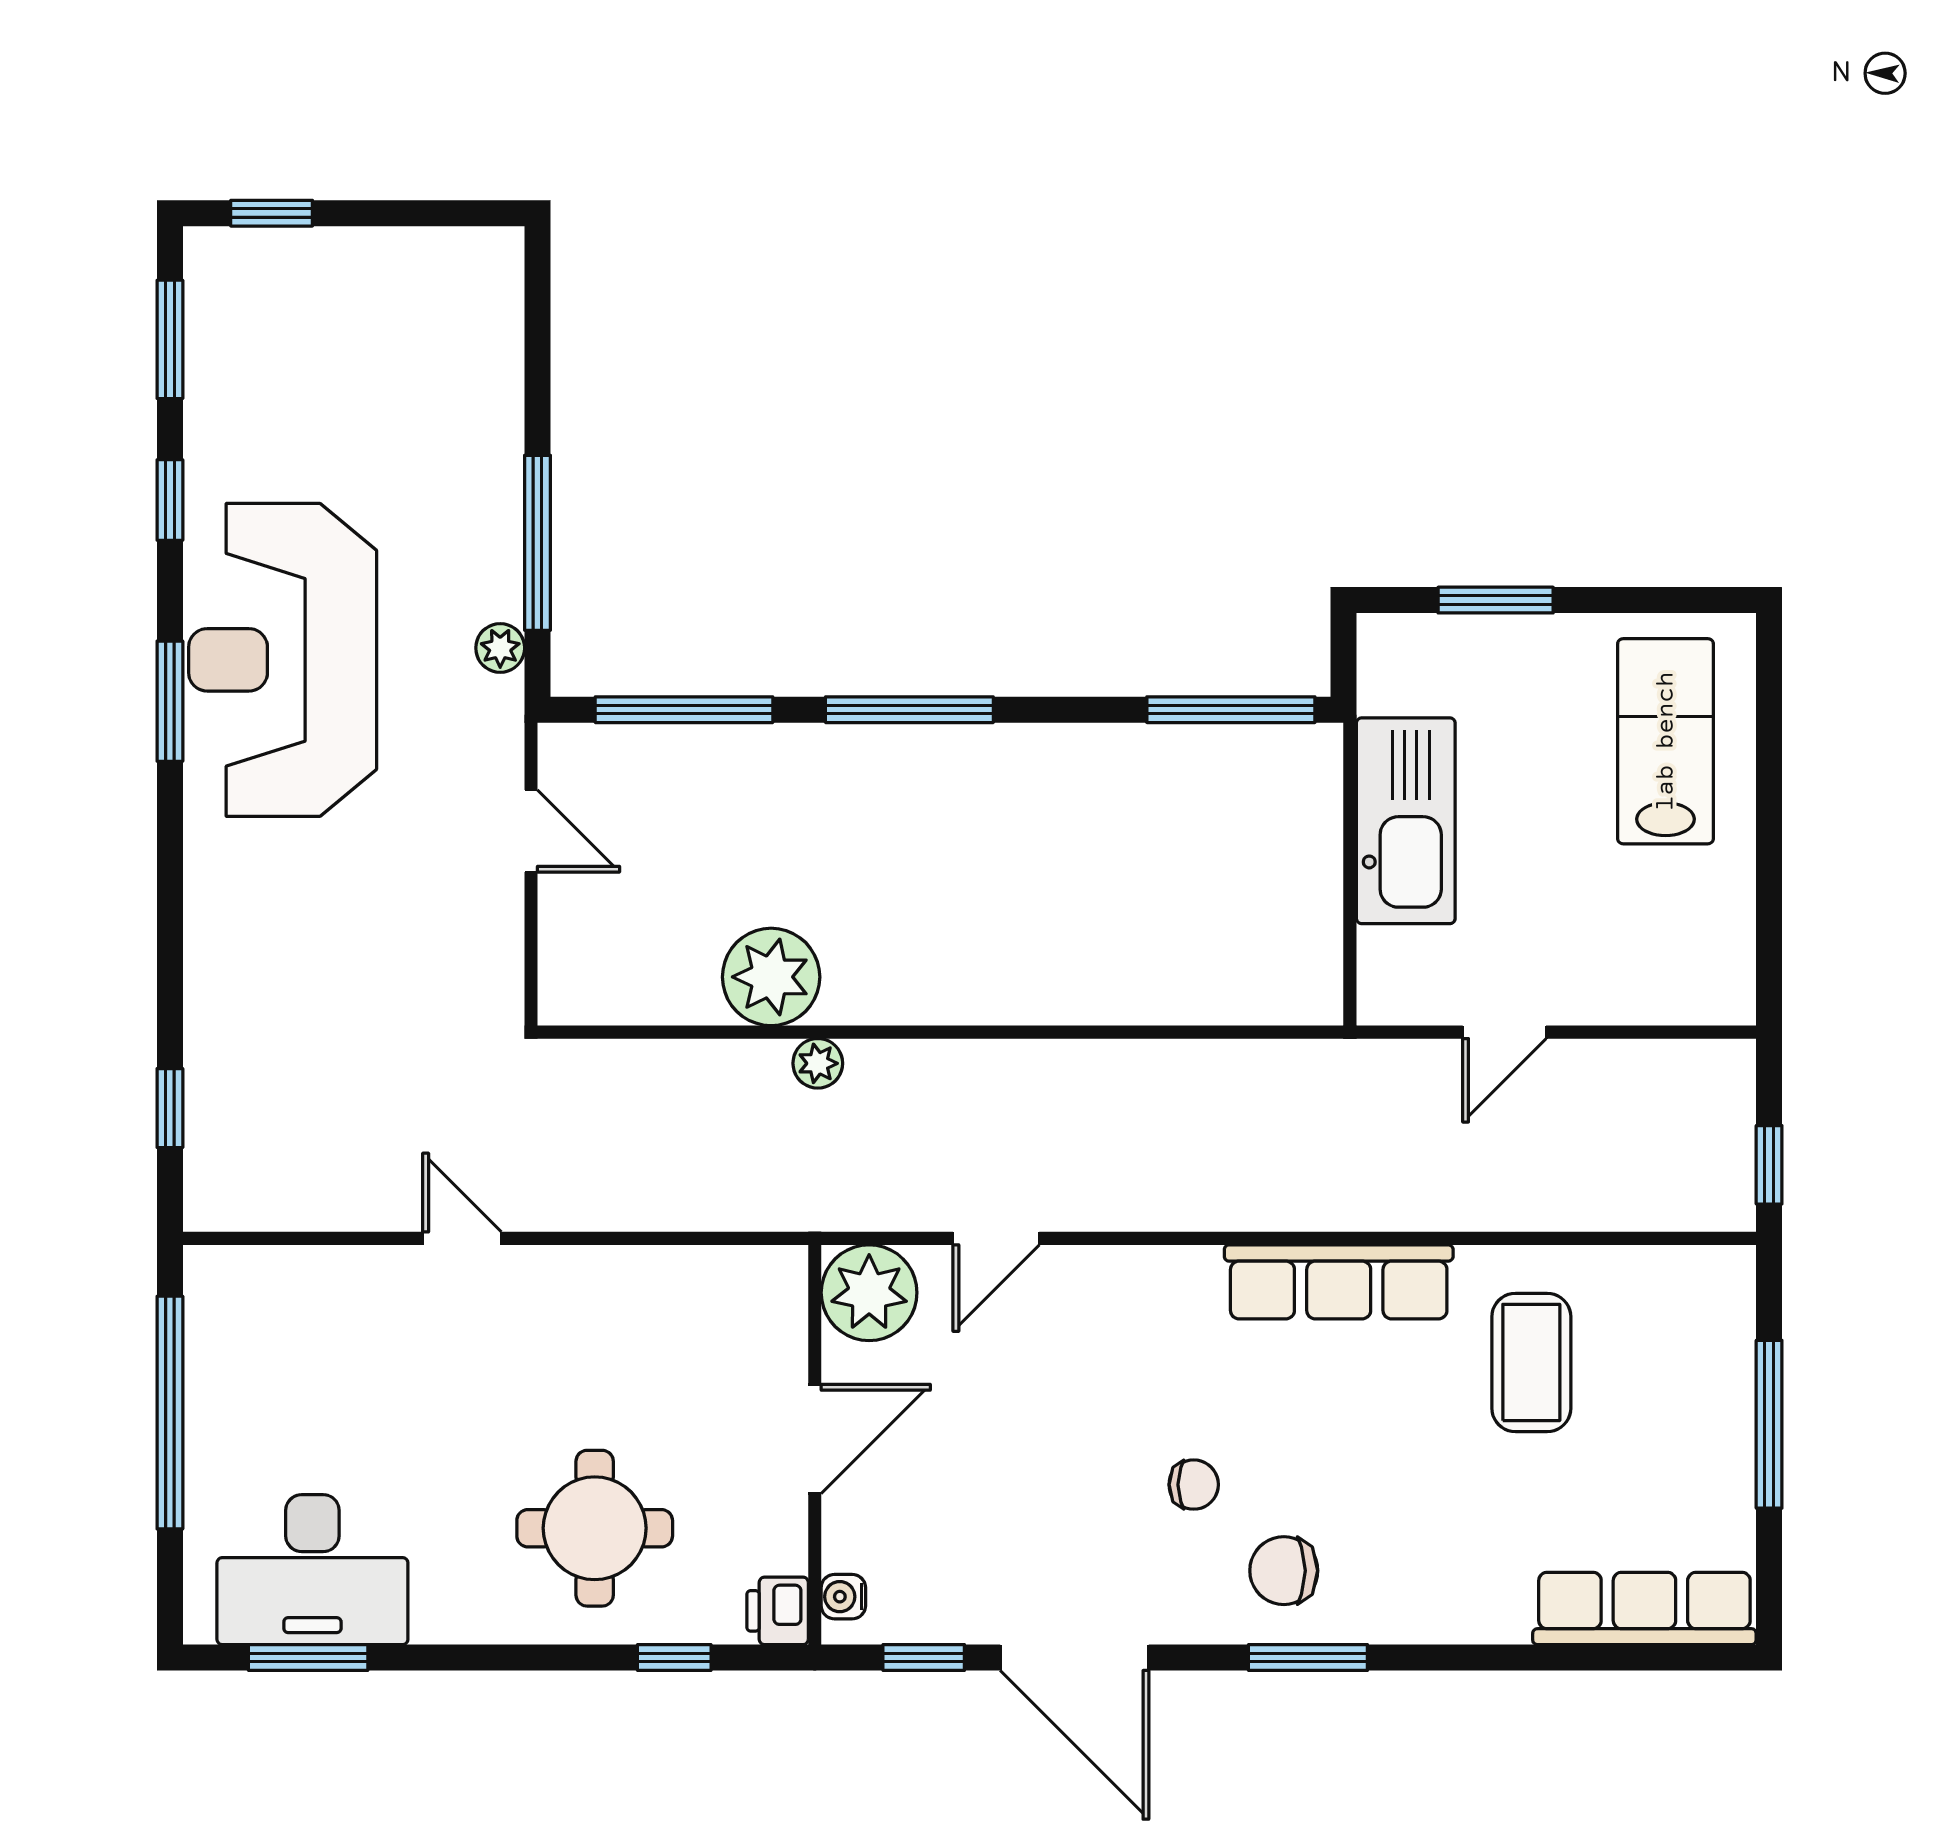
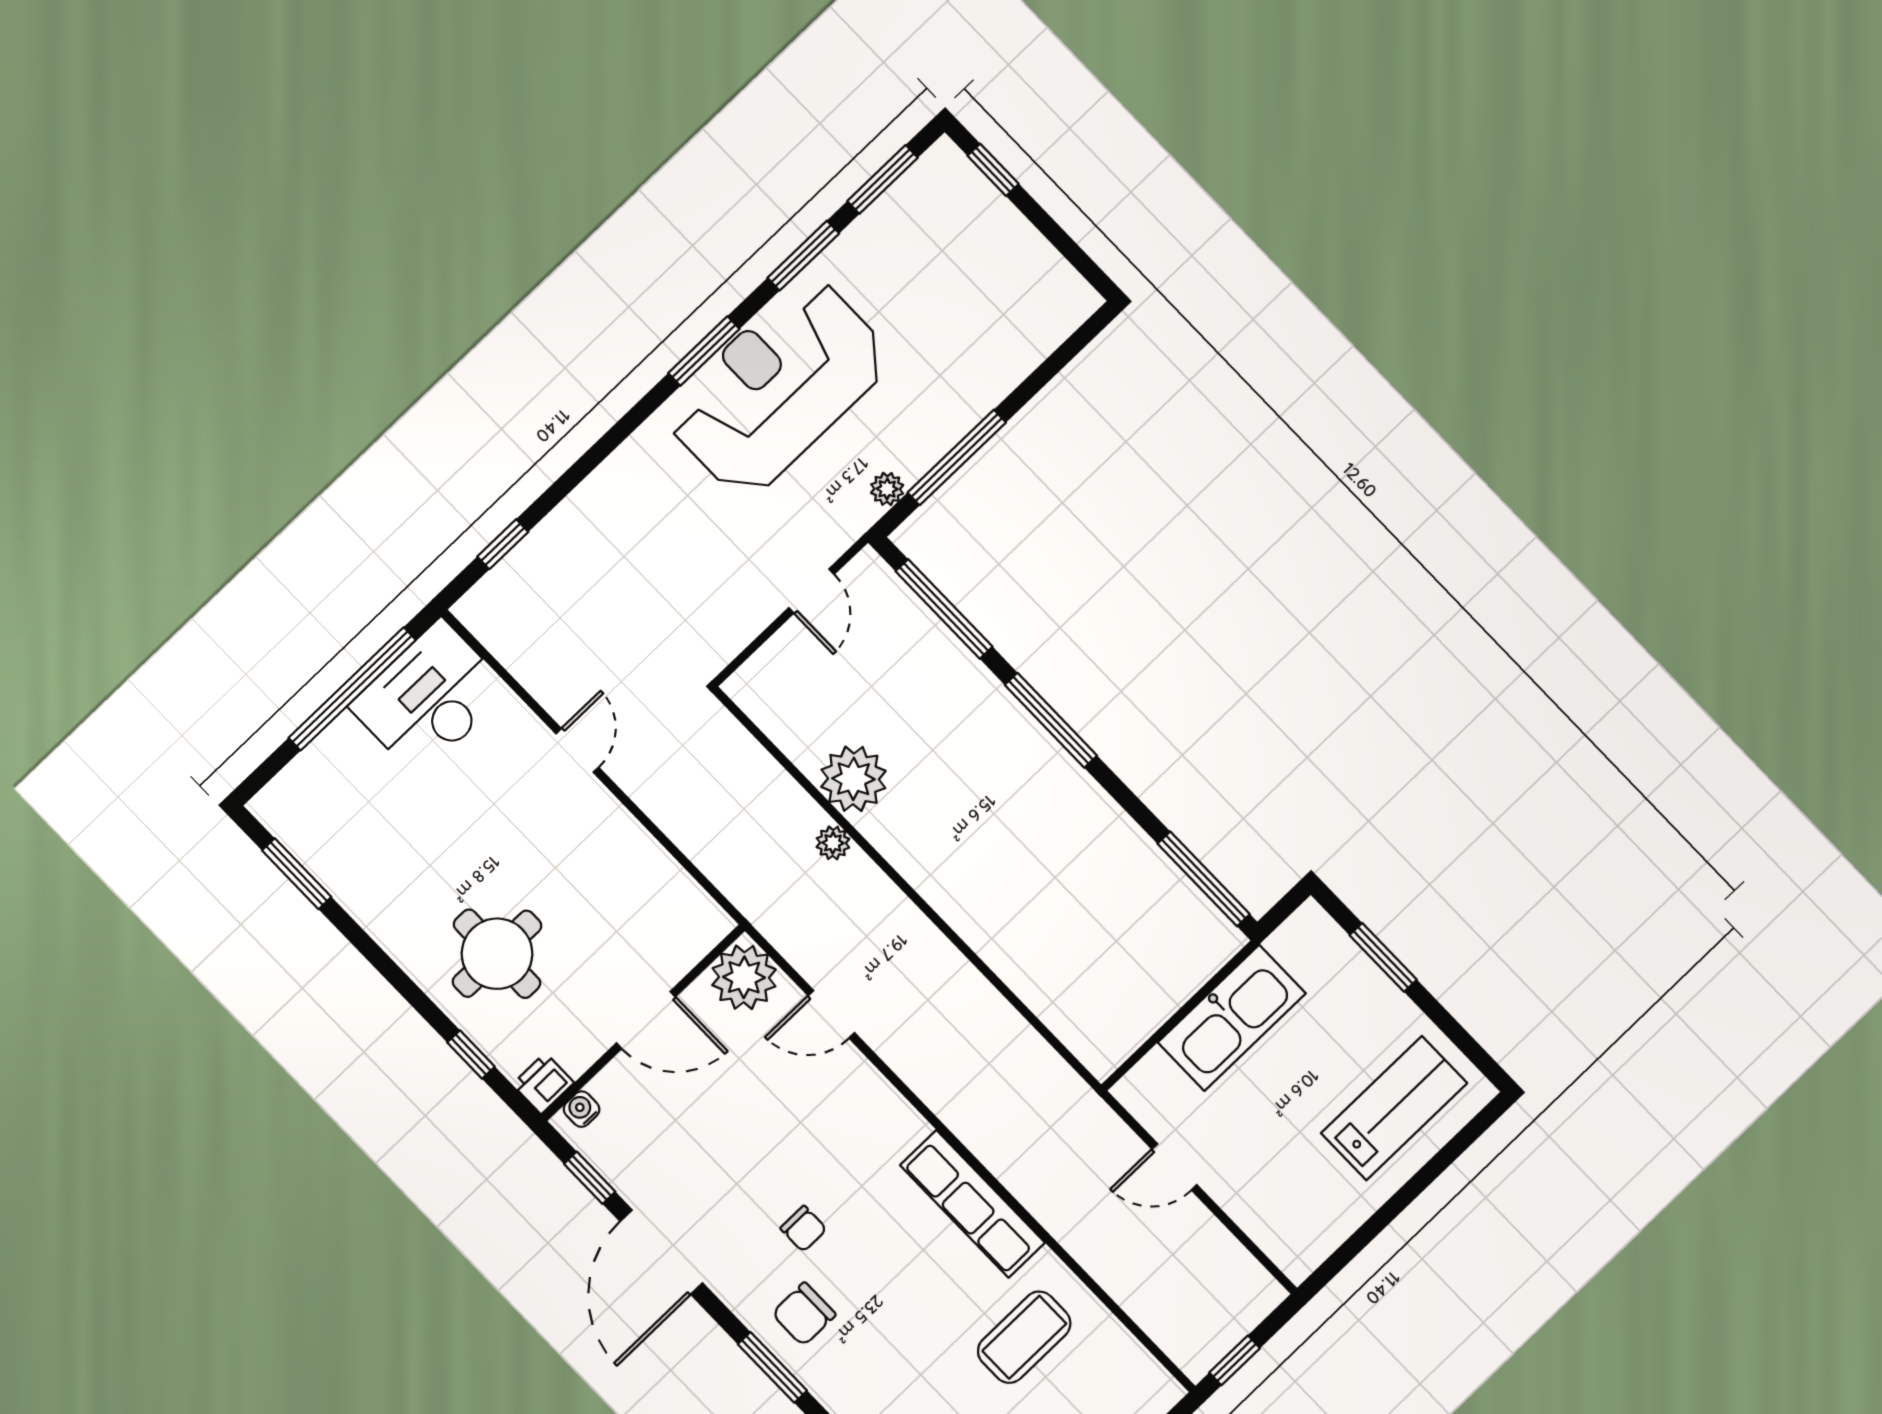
window: (170, 500) -> (803, 256), width x1.50
desk: (312, 1570) -> (430, 698), moved, turned 90
chair: (1284, 1571) -> (804, 1314), turned -90

